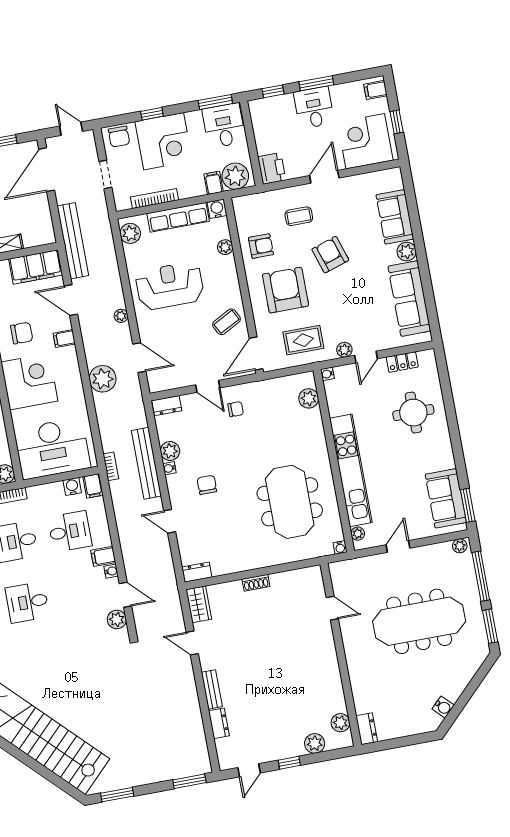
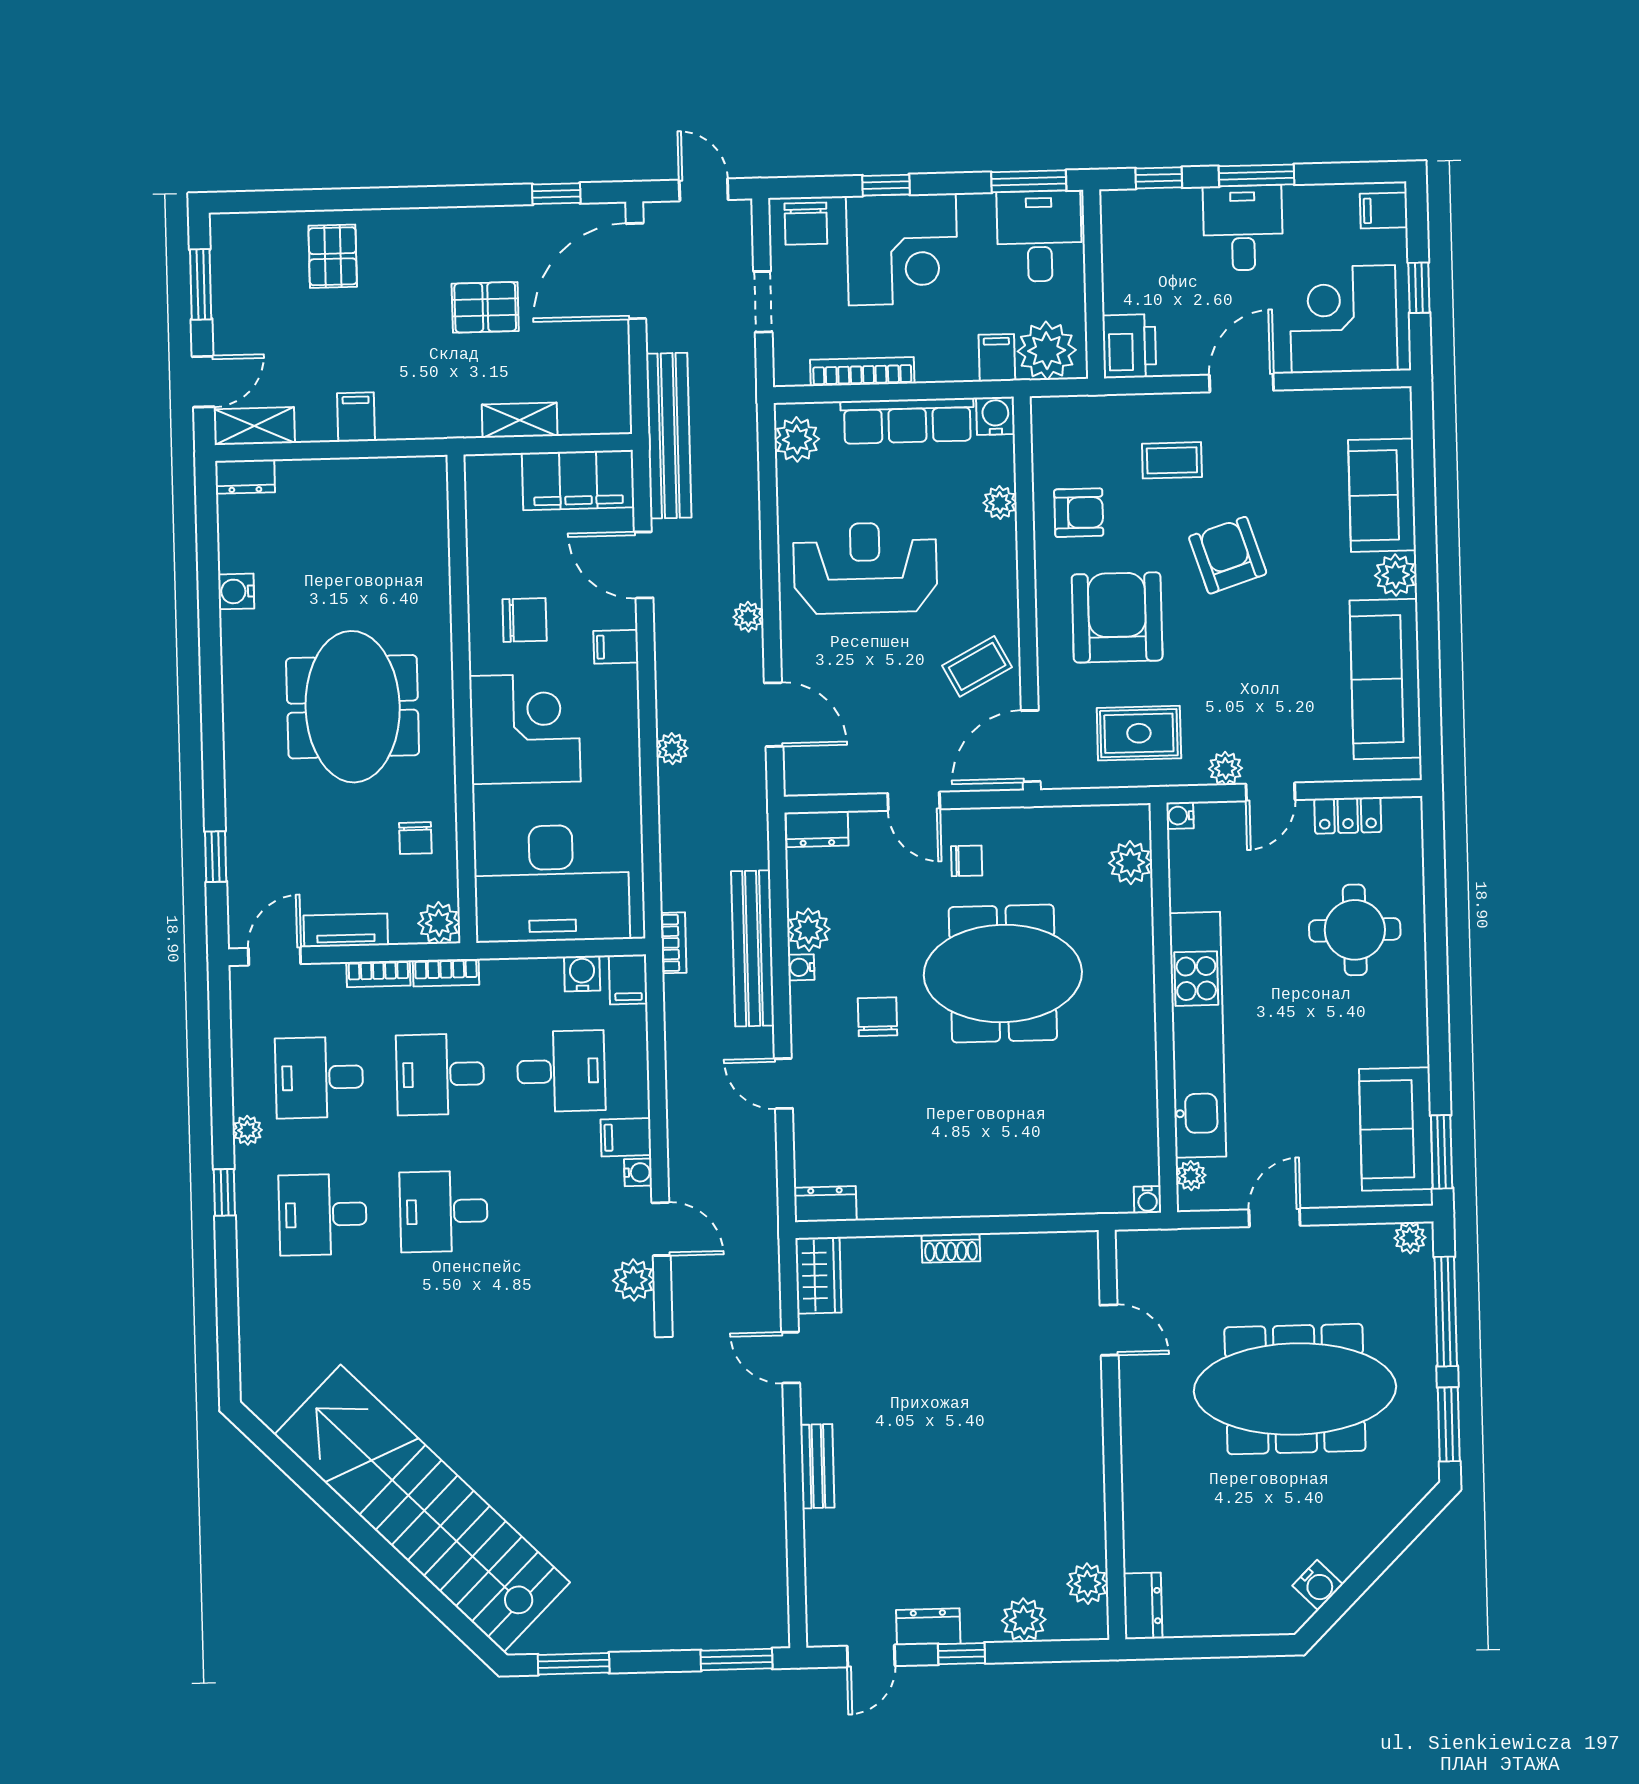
plant: (103, 379) -> (672, 749), width x0.53, depth x0.53
meeting table: (290, 502) -> (1003, 973), moved, turned 90
dresser: (219, 723) -> (928, 1627), moved, turned -90

